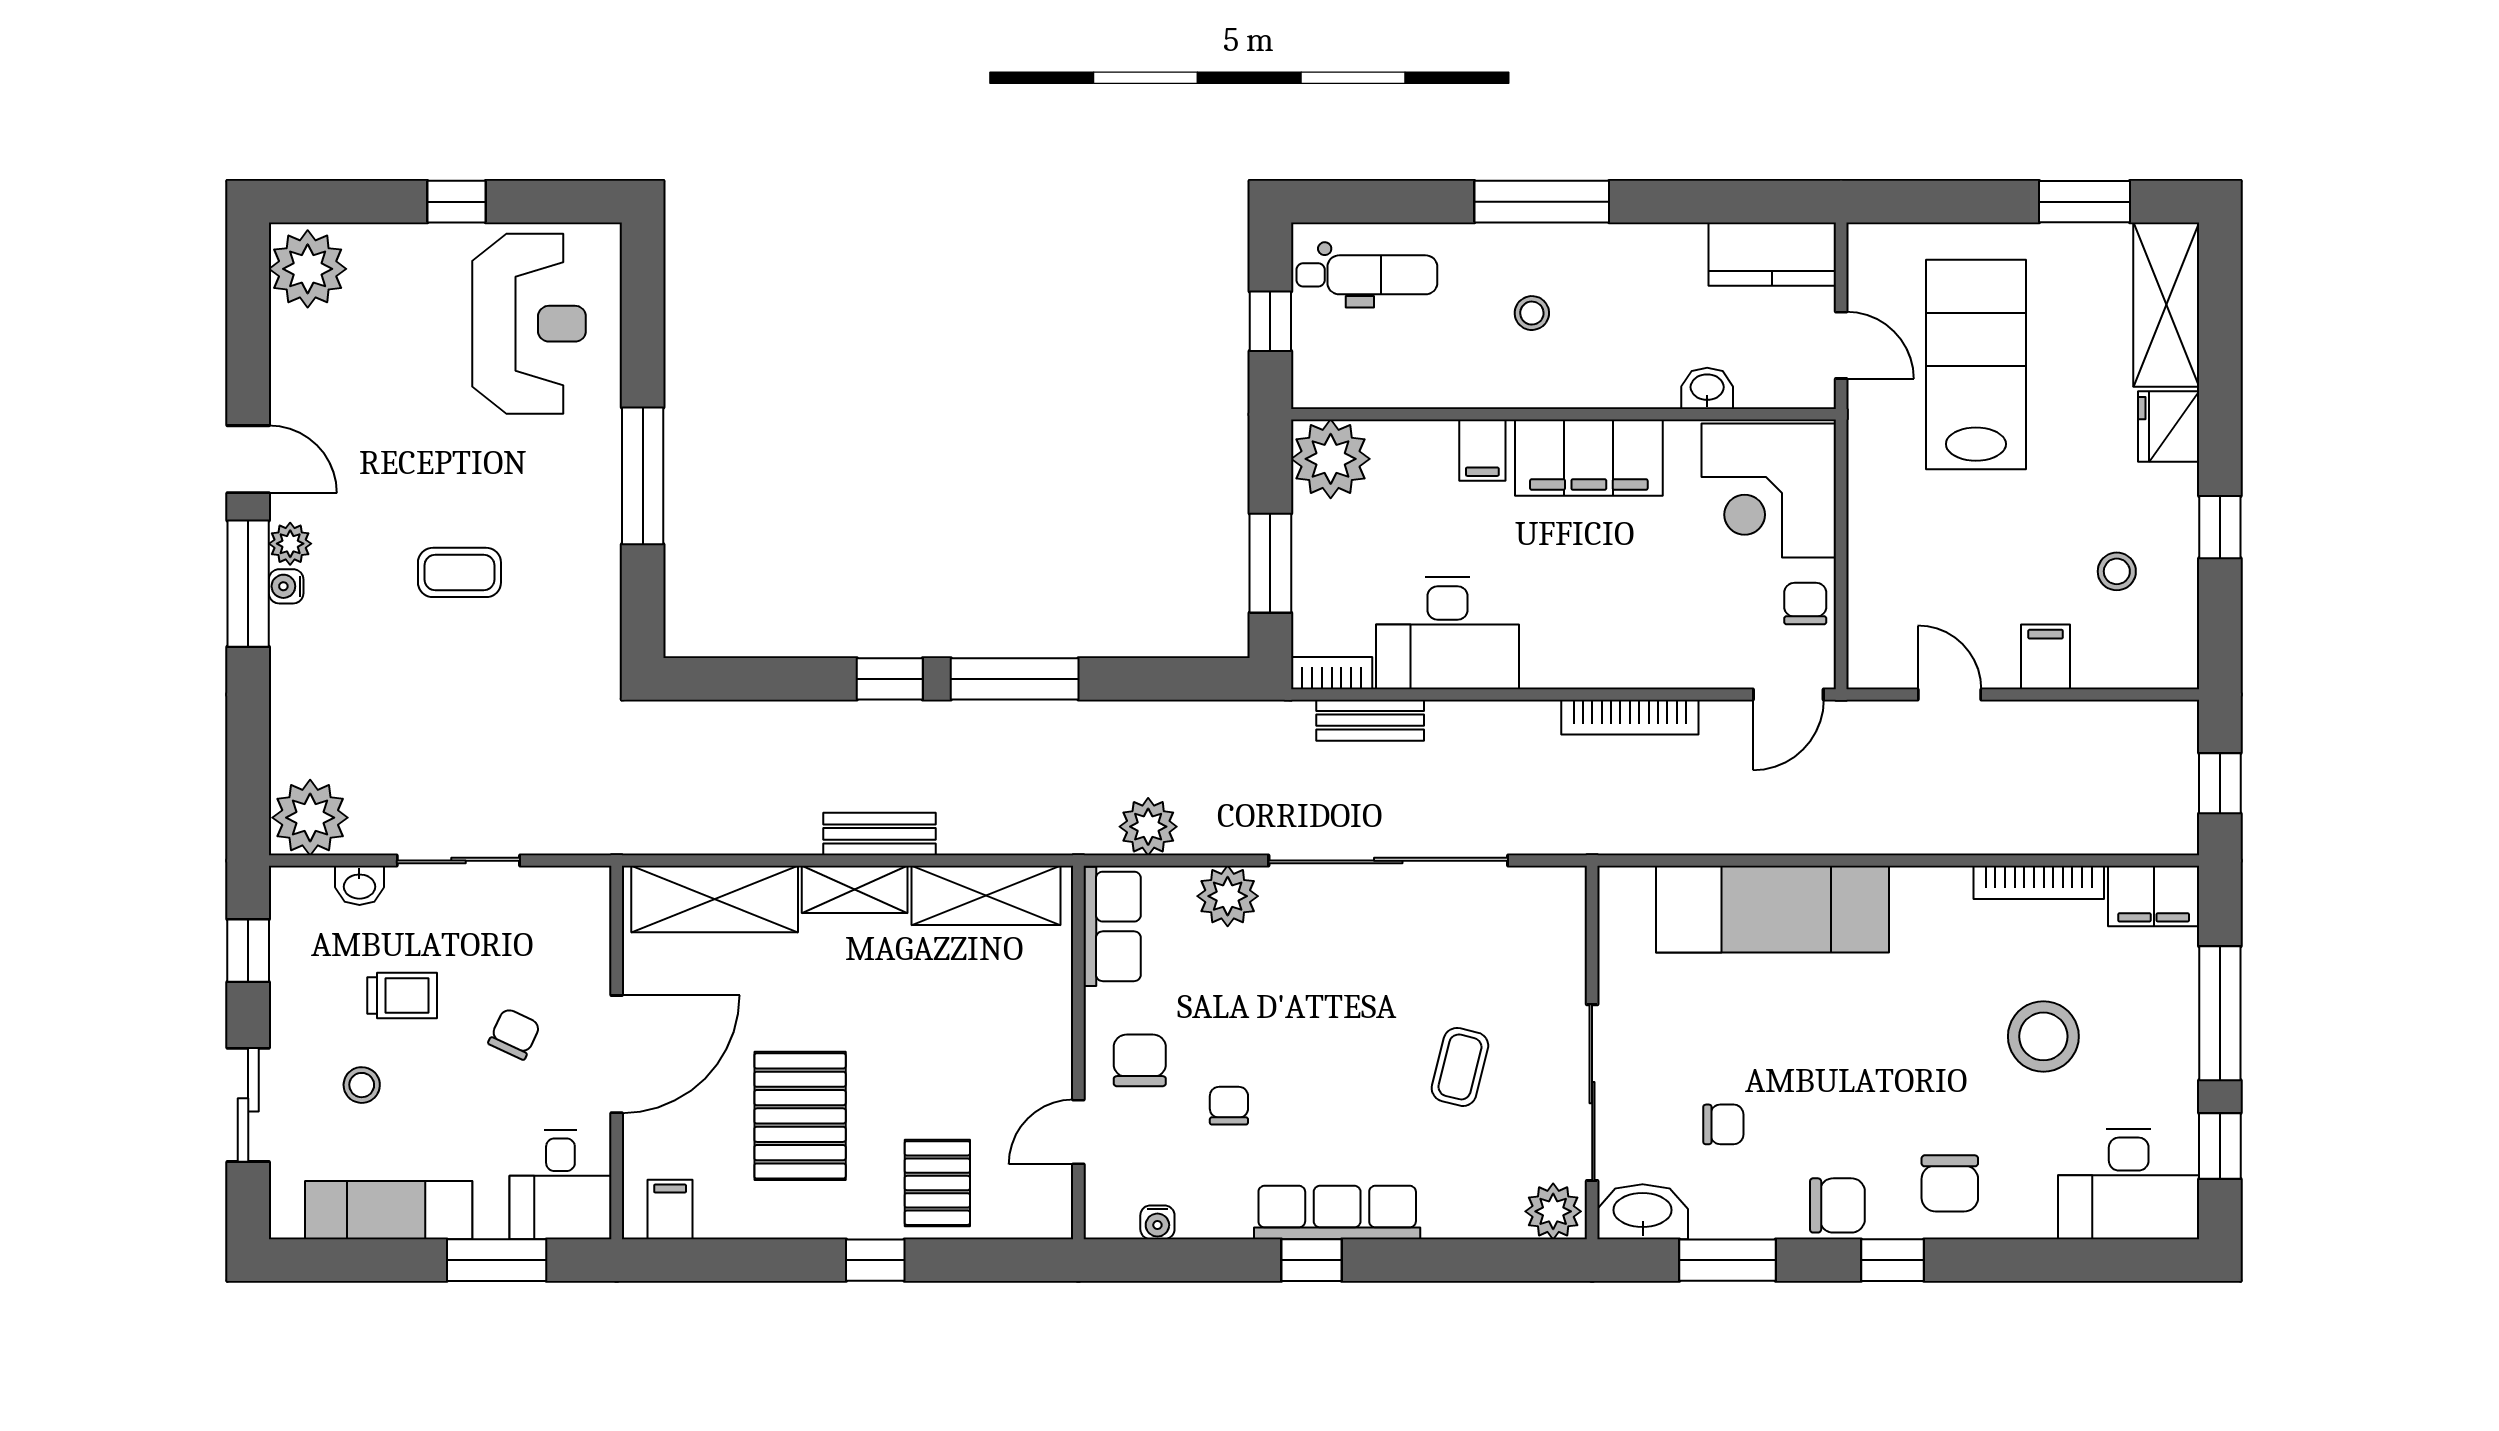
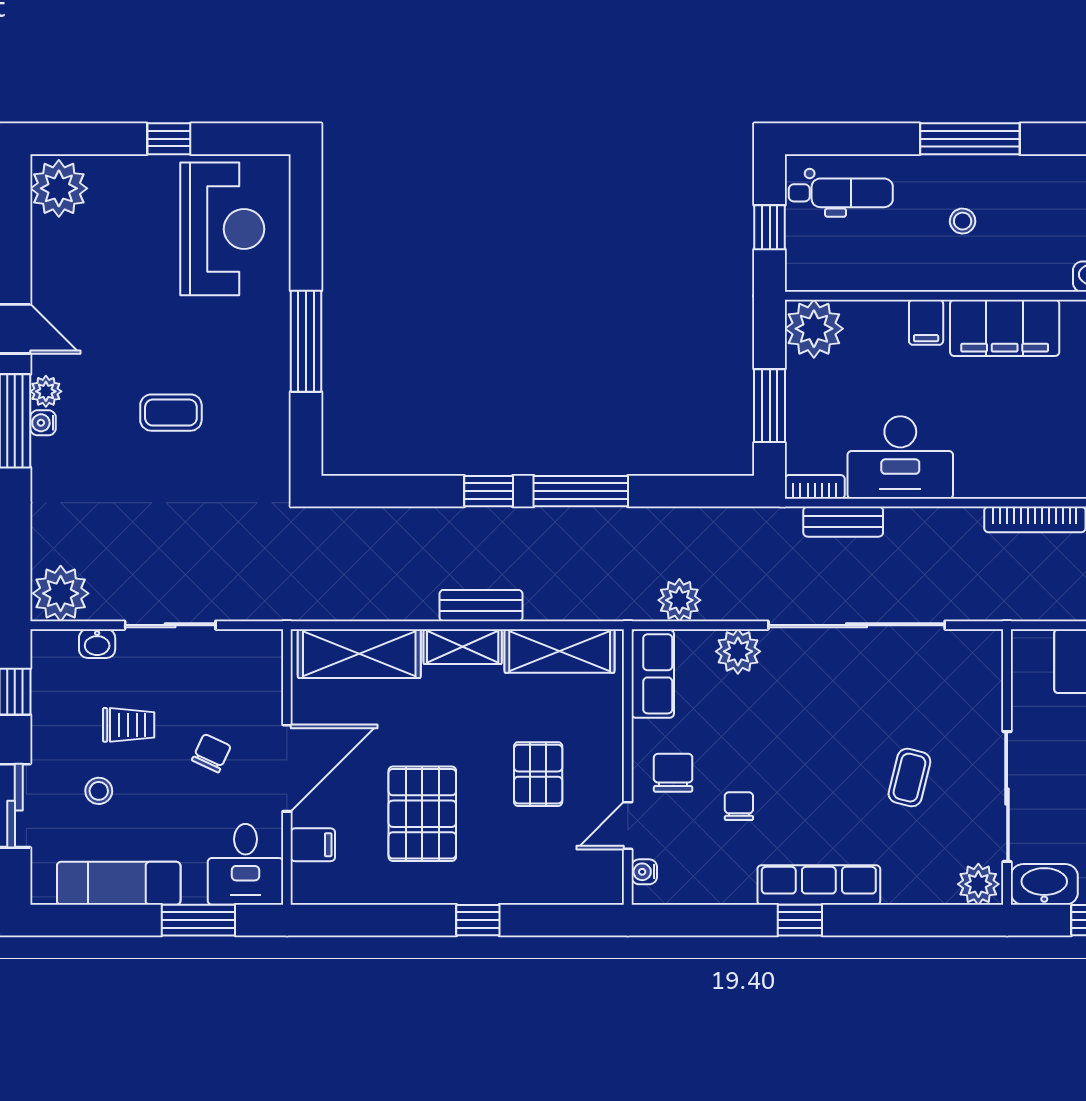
pallet: (937, 1183) -> (538, 774), moved
filing cabinet: (670, 1209) -> (313, 845), moved, turned 90
water cooler: (1157, 1222) -> (644, 872), moved, turned 90

